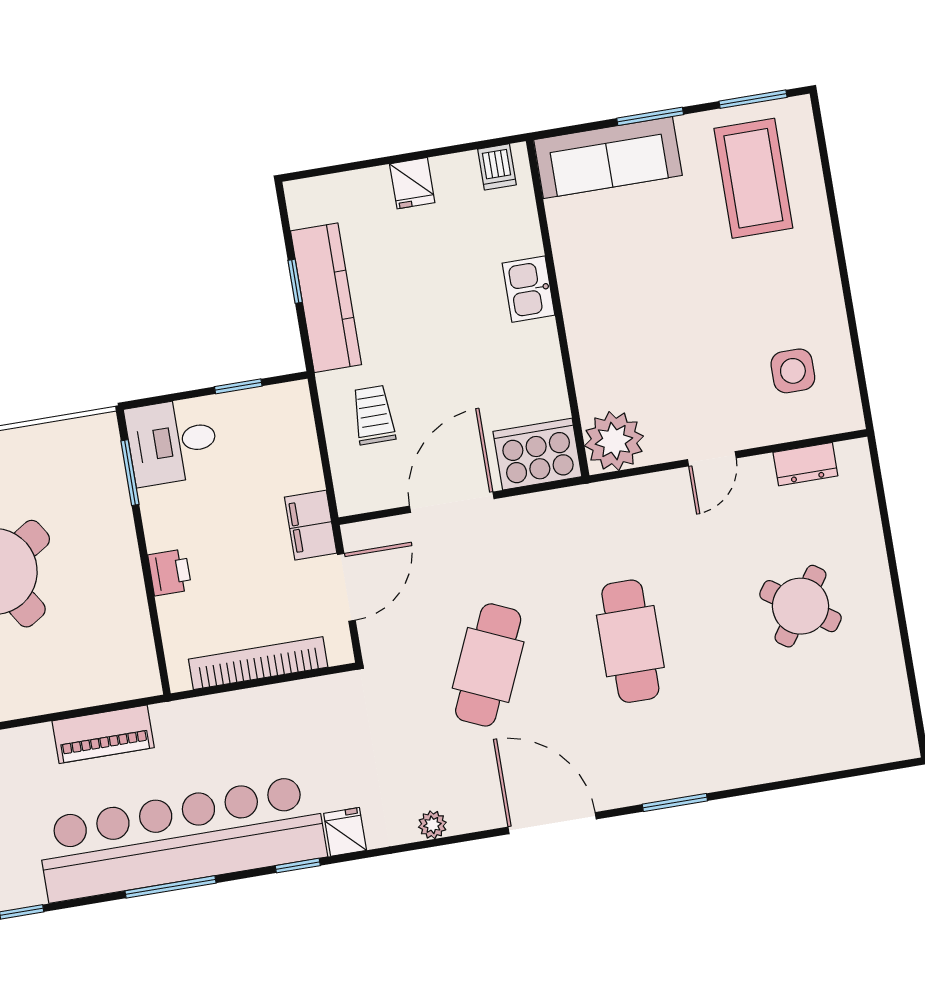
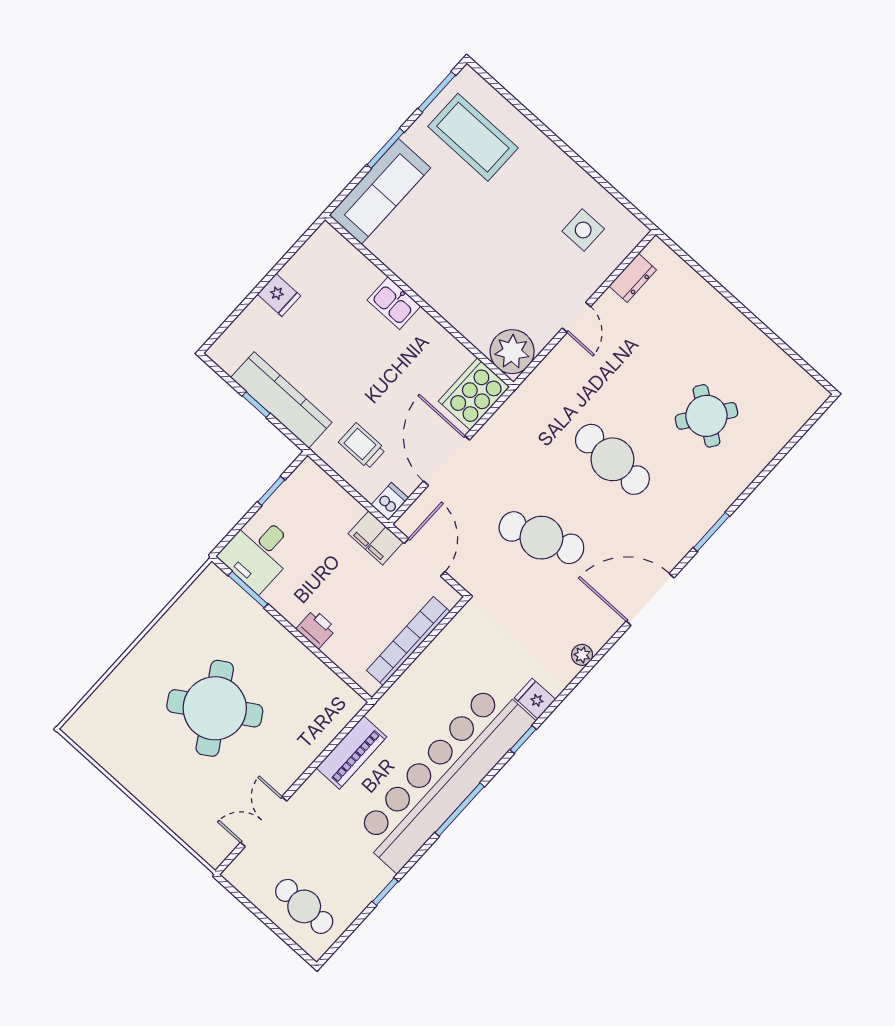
dishwasher: (497, 167) -> (390, 502), moved, turned -90
round table: (800, 606) -> (706, 416), moved
cafe table: (488, 665) -> (541, 538), turned -45

